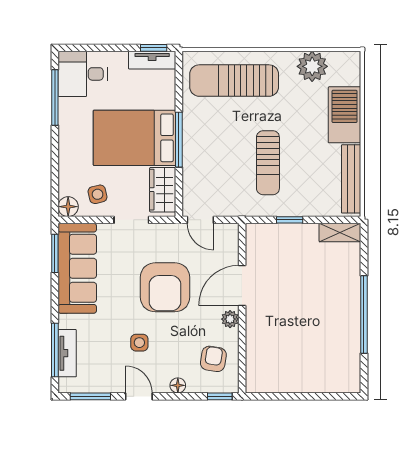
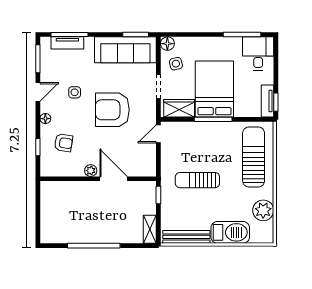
door: (242, 286) -> (114, 179), moved
wall: (242, 308) -> (98, 179), moved
plant: (230, 319) -> (91, 171), moved

